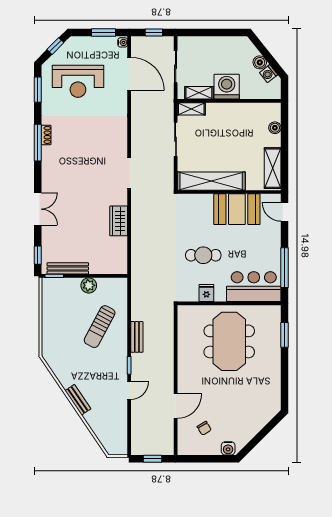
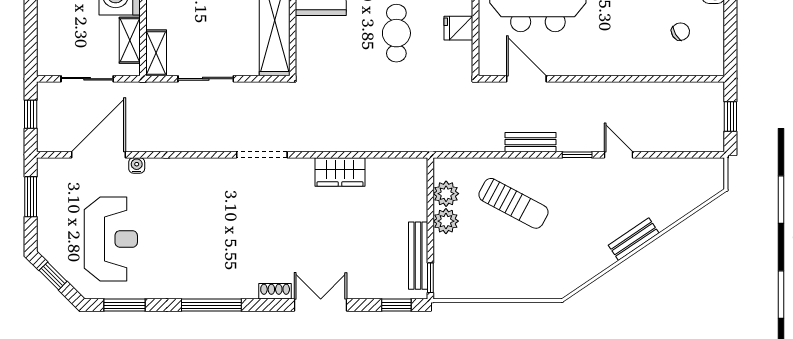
water cooler: (123, 42) -> (137, 165), moved
shoe rack: (46, 135) -> (275, 291), moved
plant: (105, 285) -> (446, 194), added
door: (176, 406) -> (526, 79), moved

